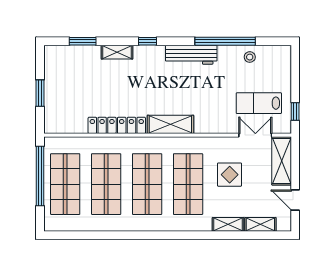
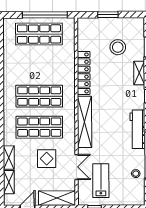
stool: (83, 80) -> (118, 47), added
shelving: (170, 124) -> (84, 122), width x1.47
double door: (255, 135) -> (76, 167), moved
shop shelf: (106, 184) -> (39, 65), removed

